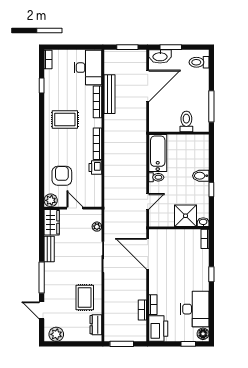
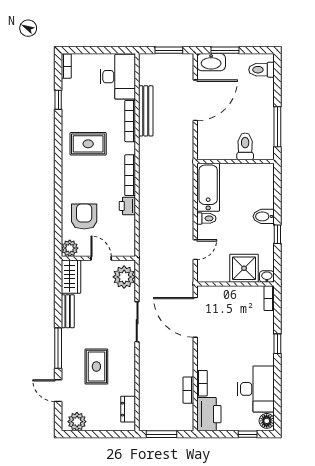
plant: (97, 227) -> (124, 277), width x1.87, depth x1.87
rug: (85, 298) -> (96, 366), moved

